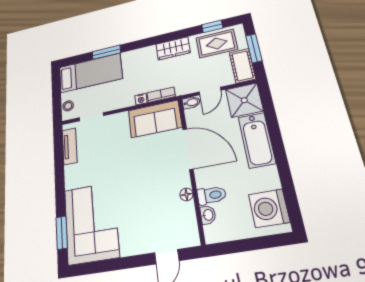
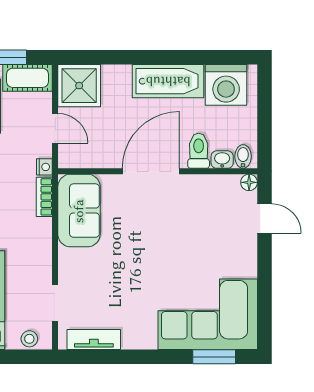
nightstand: (141, 99) -> (44, 167), moved
bidet: (191, 102) -> (243, 156), moved
bathtub: (257, 140) -> (168, 81), moved
door: (188, 149) -> (151, 171), moved
floor lamp: (186, 194) -> (249, 182), moved

